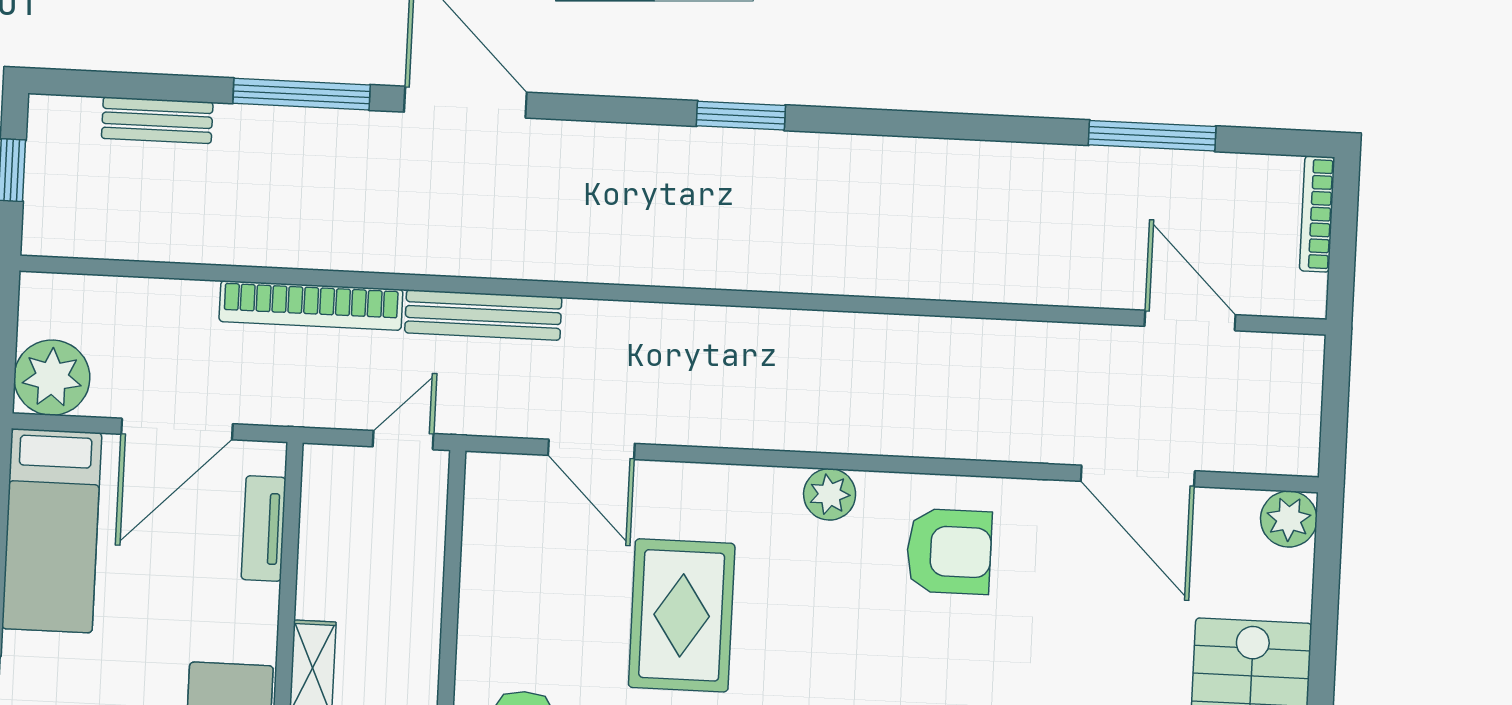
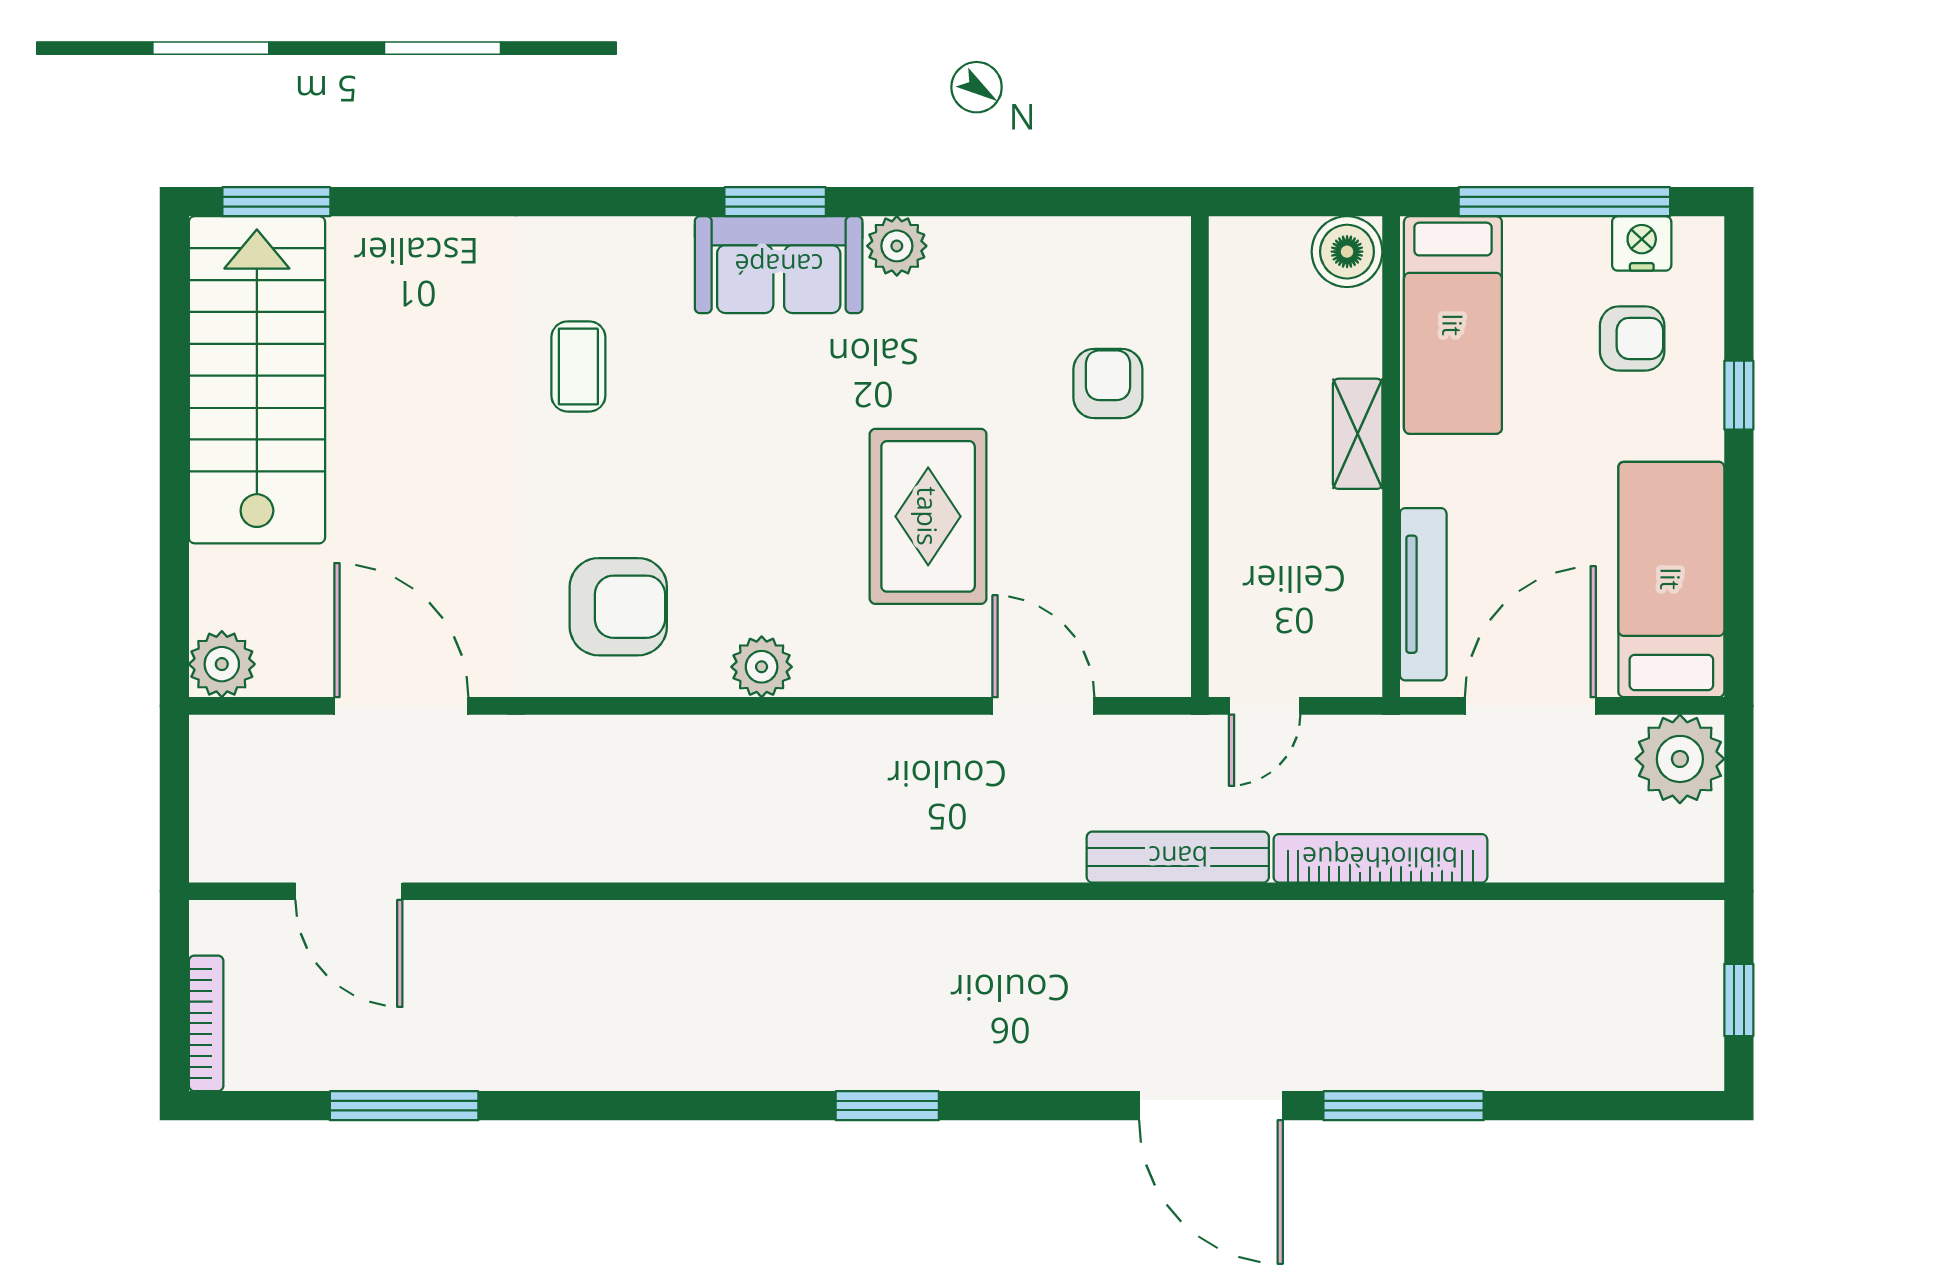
bench: (157, 120) -> (1571, 1067), removed
tv unit: (264, 529) -> (1423, 594), width x1.41
armchair: (949, 551) -> (618, 607), turned 180

